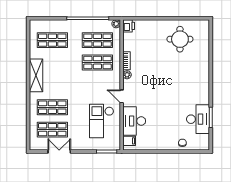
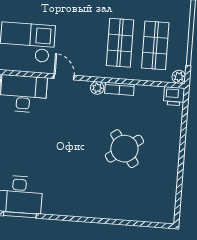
round table: (180, 39) -> (124, 149), moved, turned -35
door: (122, 96) -> (64, 77), hinge flipped

